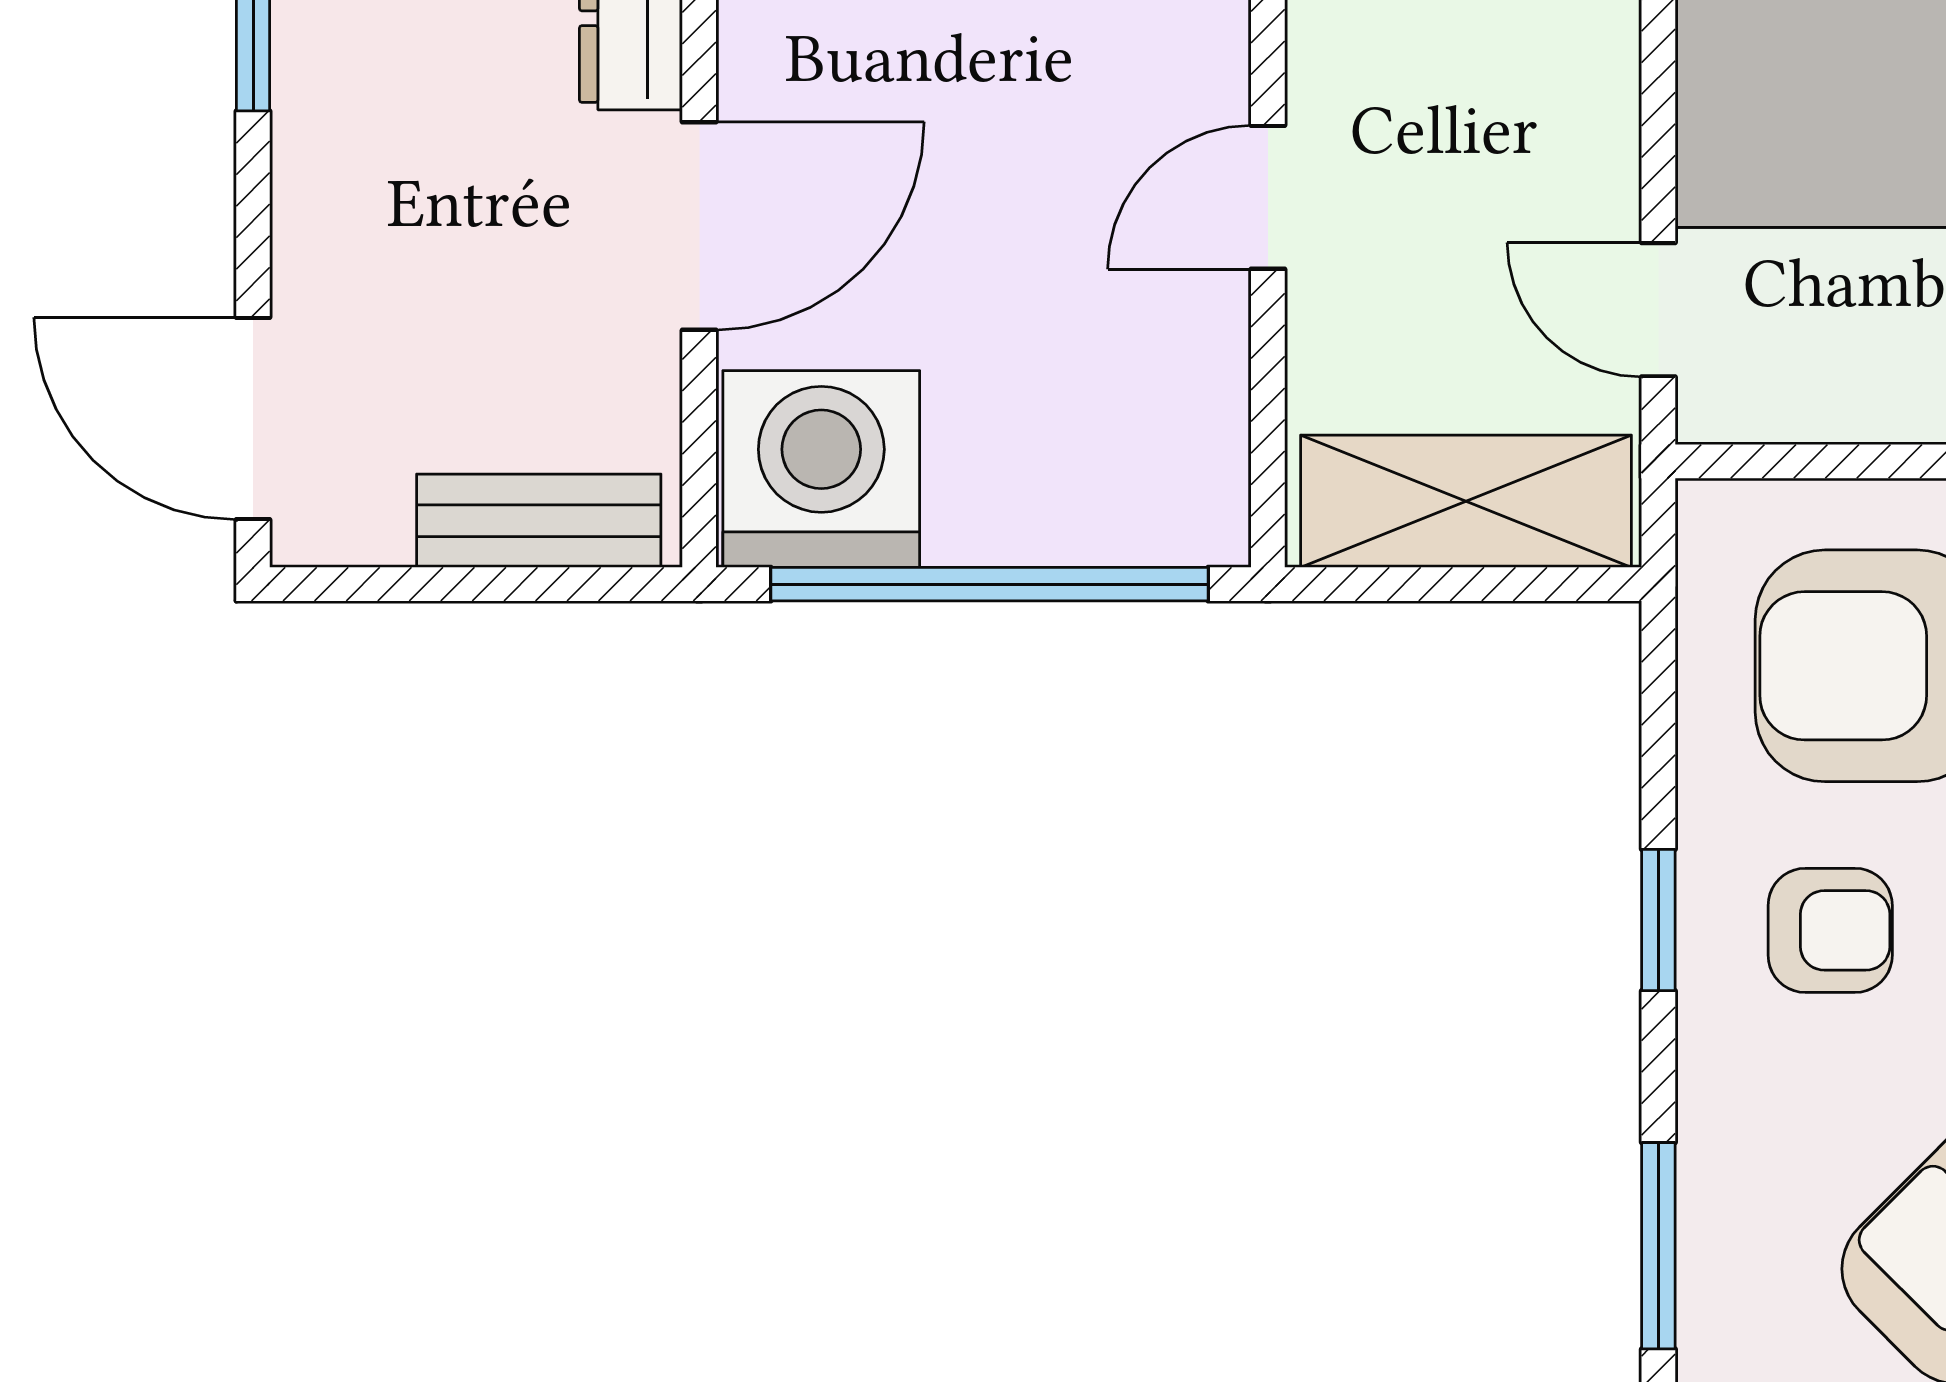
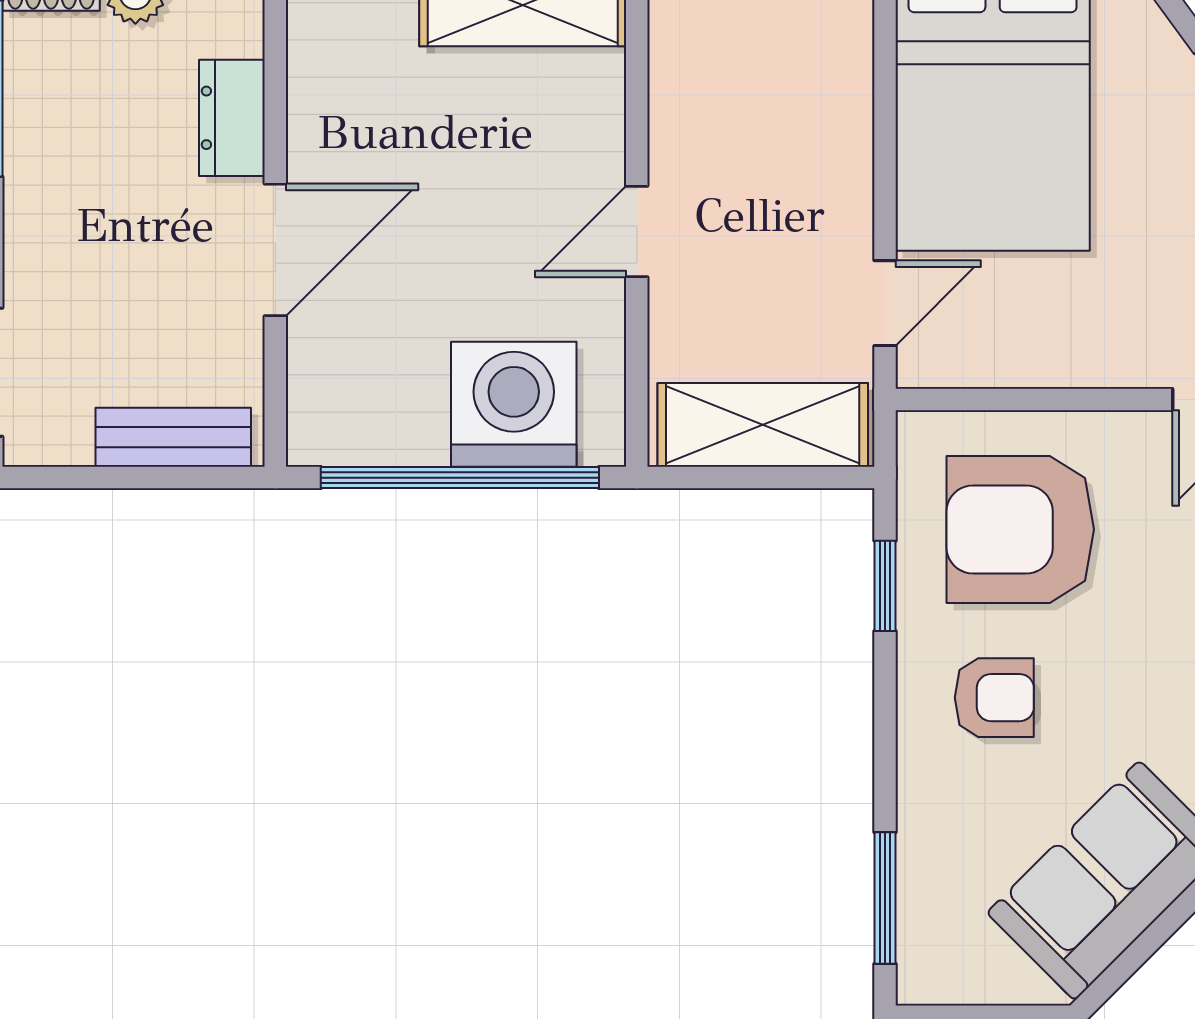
door: (1658, 310) -> (885, 303), swing flipped
washing machine: (821, 469) -> (514, 404), moved
window: (1658, 920) -> (885, 586), moved

